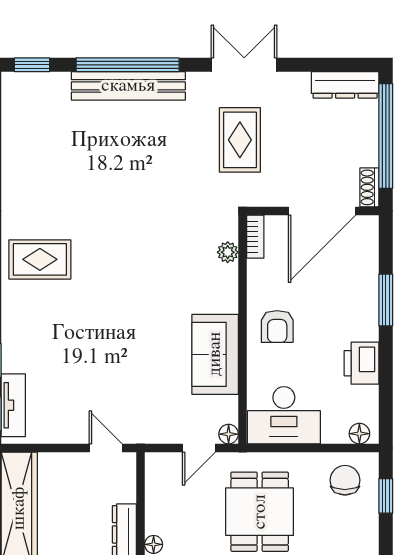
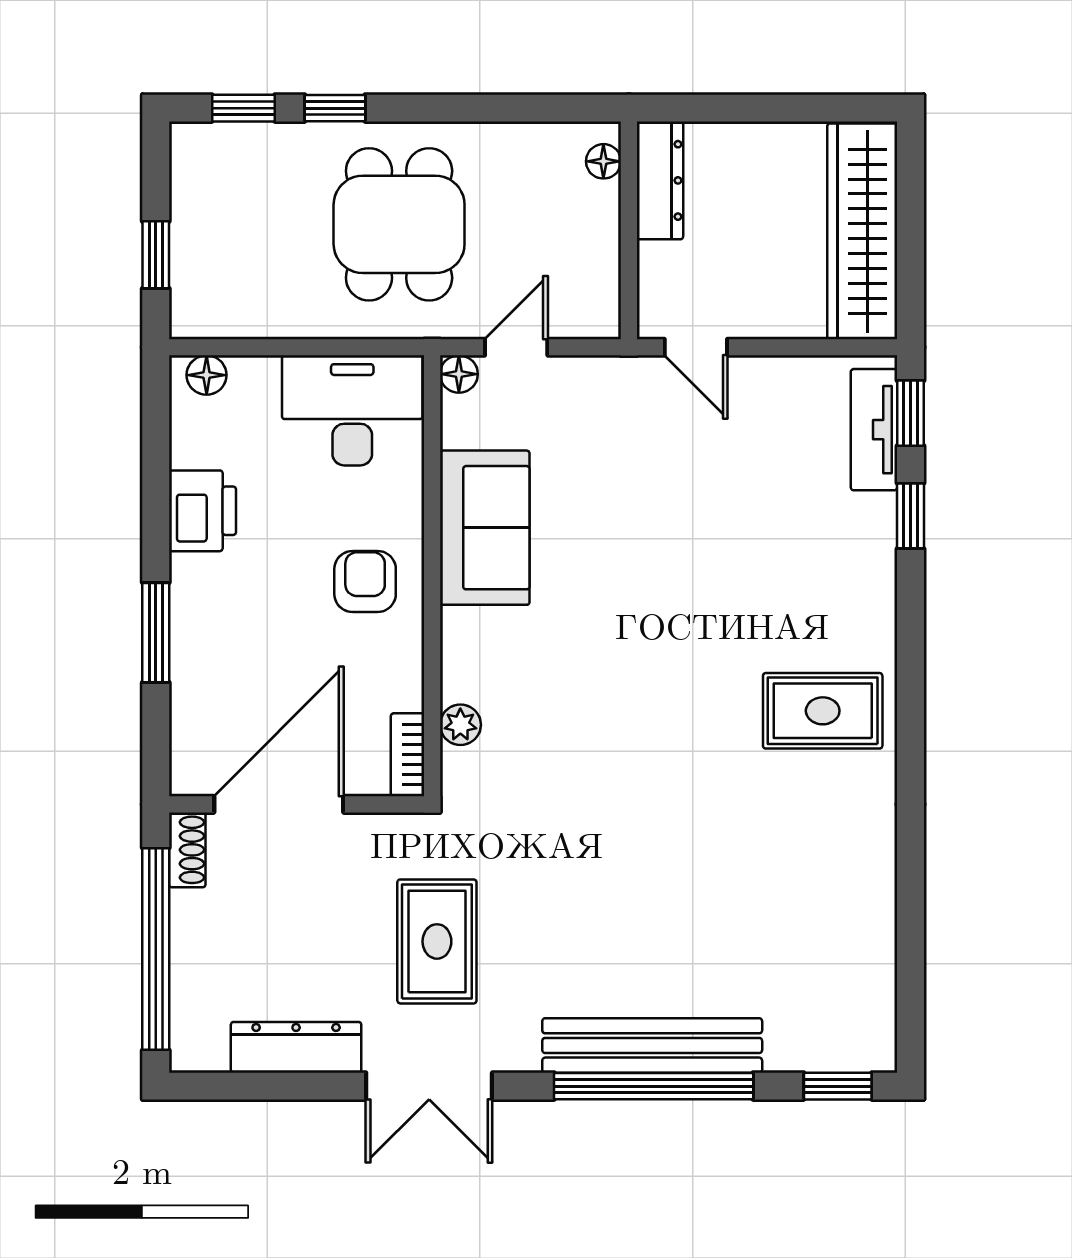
dresser: (345, 85) -> (296, 1047), moved
chair: (345, 480) -> (234, 285), removed

